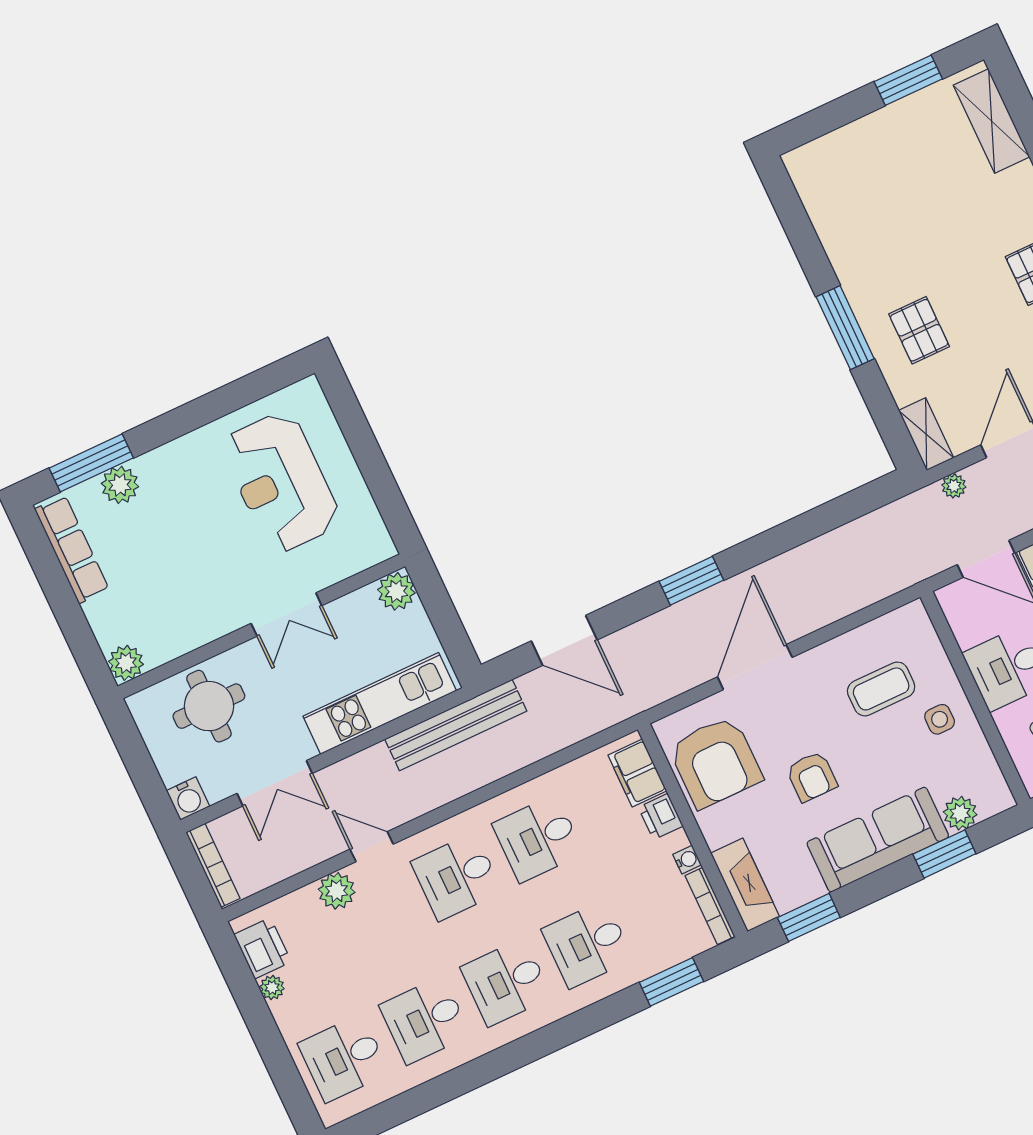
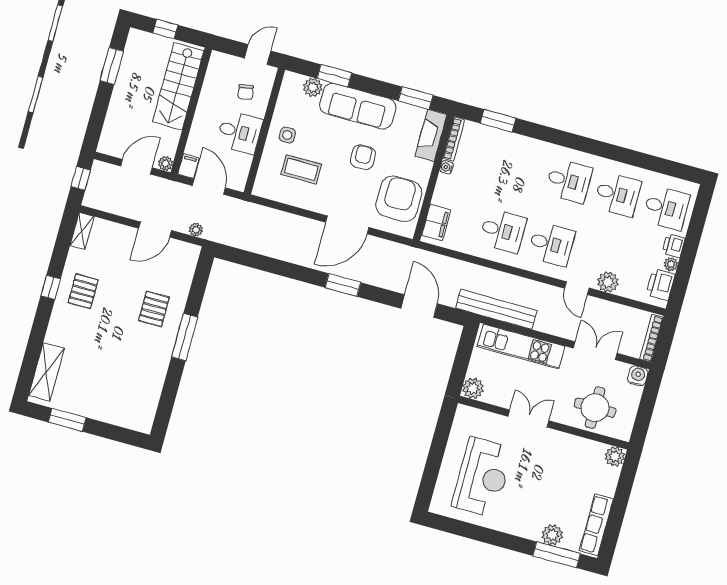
shelving: (926, 434) -> (189, 262), removed
printer: (661, 817) -> (674, 246), moved, turned 180
desk: (587, 944) -> (520, 168), removed

